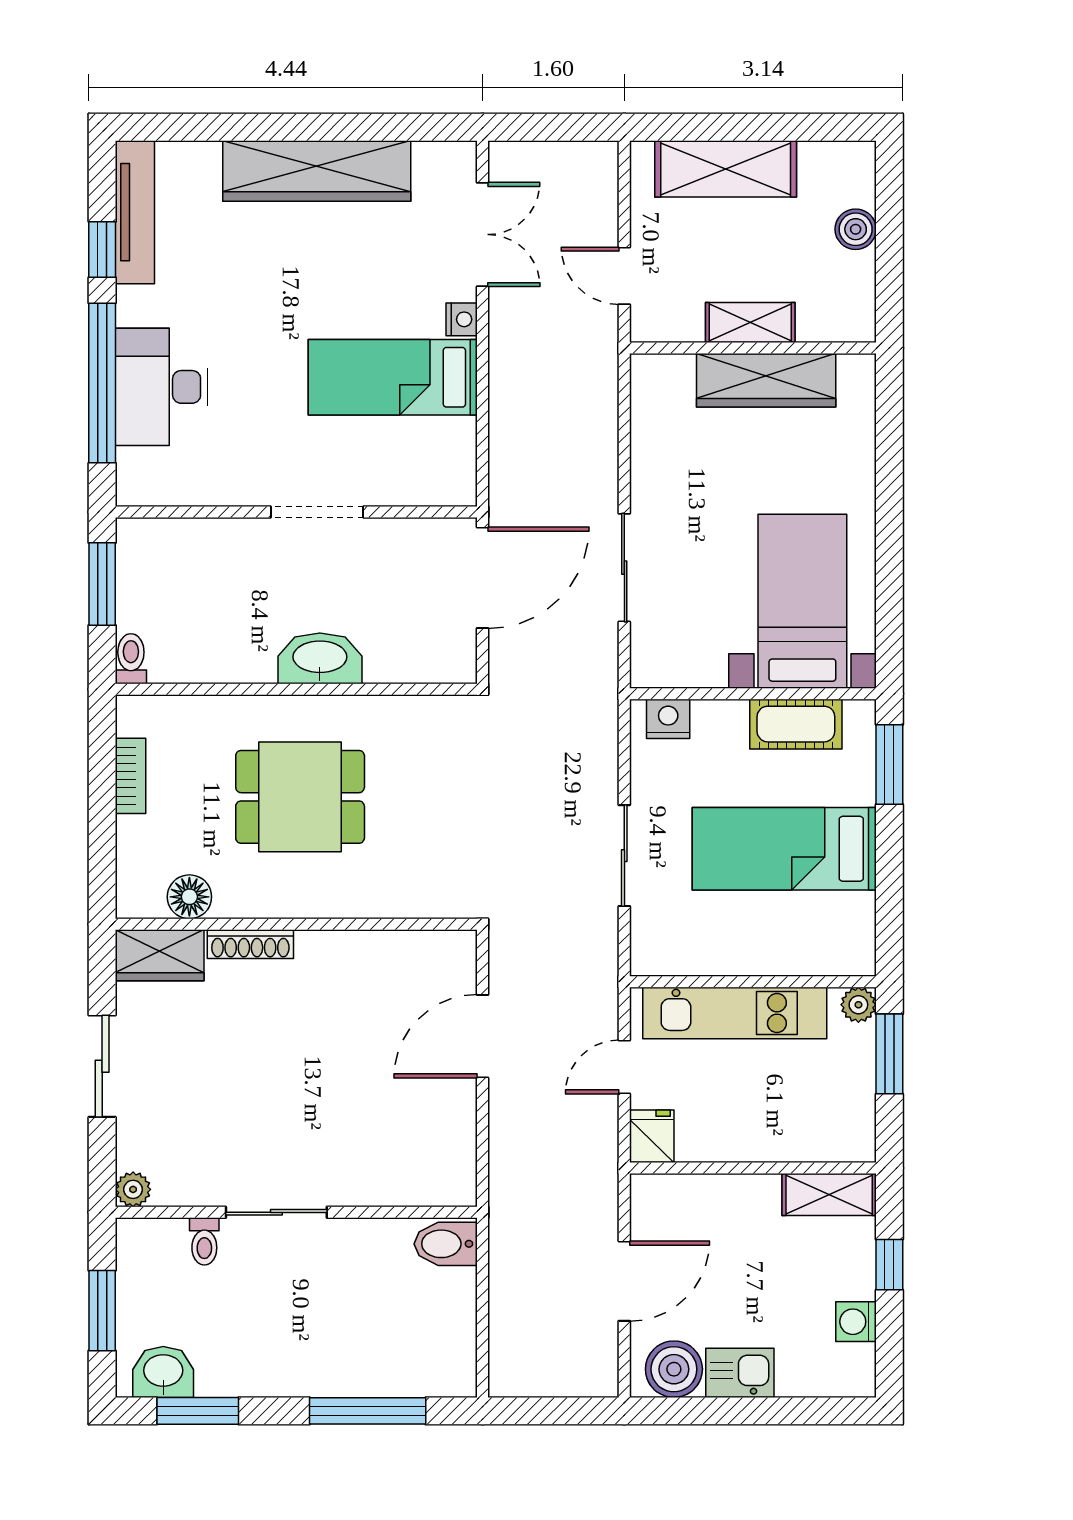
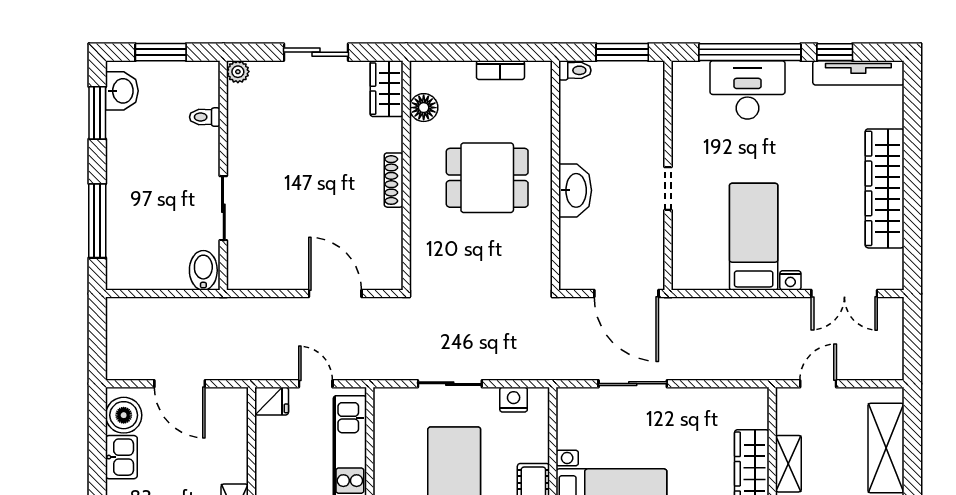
doorway: (317, 512) -> (668, 189), width x0.73
nightstand: (668, 719) -> (514, 400), moved, turned -90
dining table: (300, 797) -> (487, 178), turned 90
shoe rack: (250, 944) -> (394, 180), moved
sliding door: (276, 1212) -> (223, 208), moved

